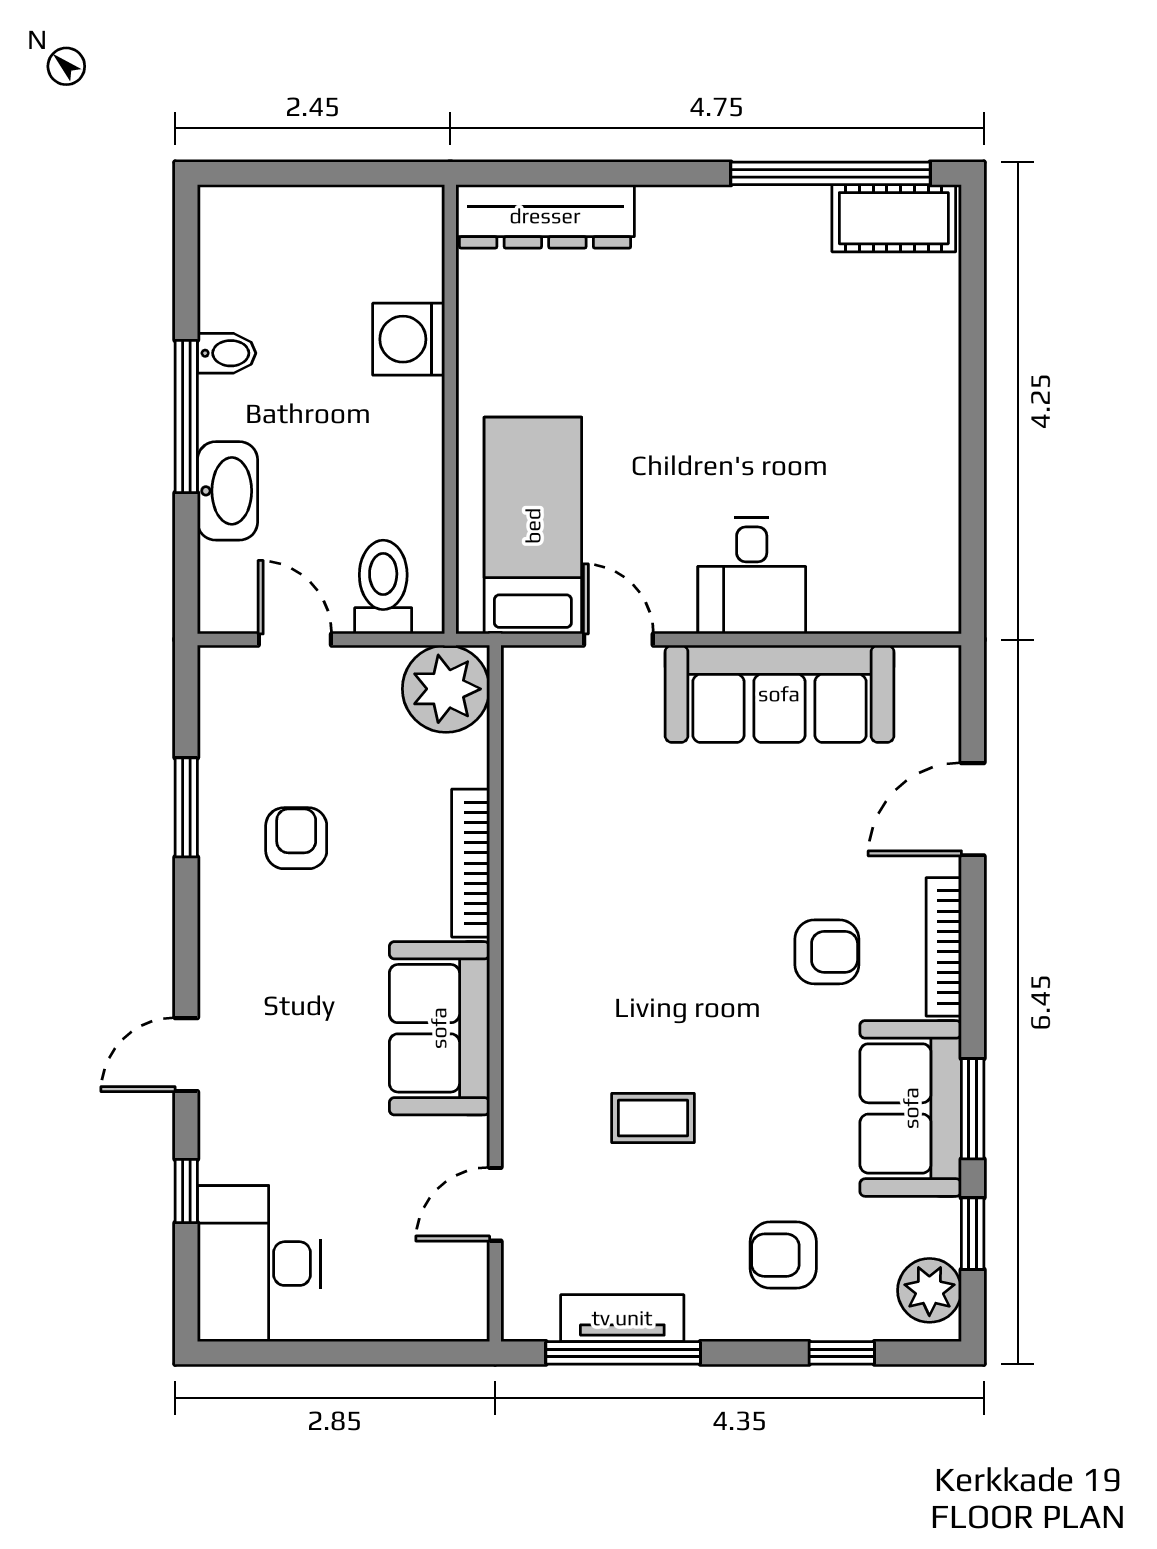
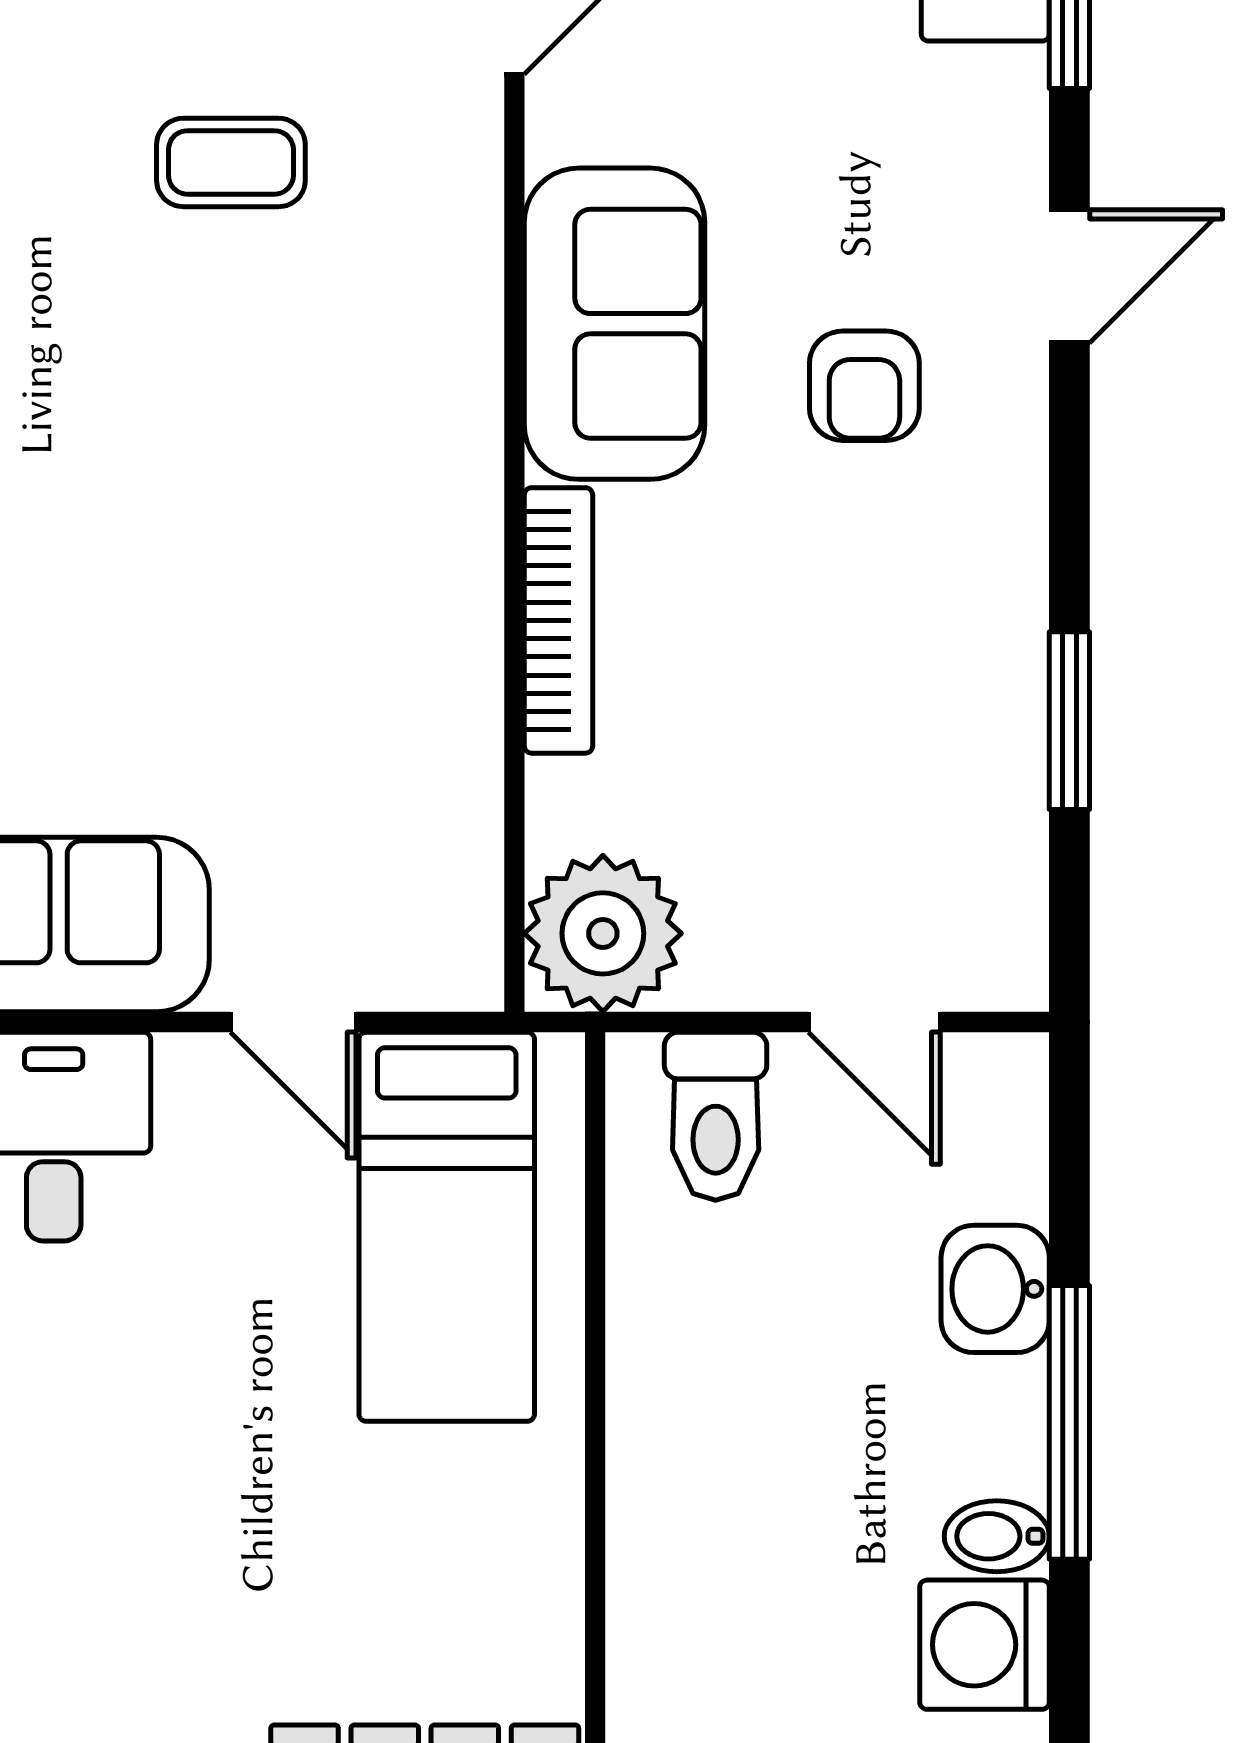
washing machine: (409, 339) -> (984, 1645), moved, turned 180
washbasin: (228, 491) -> (995, 1289), width x0.72
armchair: (296, 838) -> (864, 386), moved

